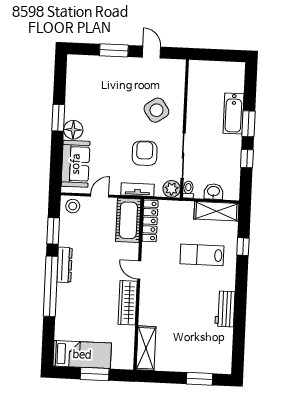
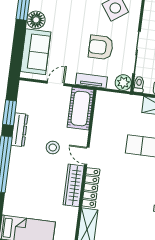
armchair: (145, 153) -> (101, 47), turned -89
stool: (73, 206) -> (53, 147), moved
locker: (150, 221) -> (91, 188), moved
dresser: (64, 265) -> (19, 130), moved

